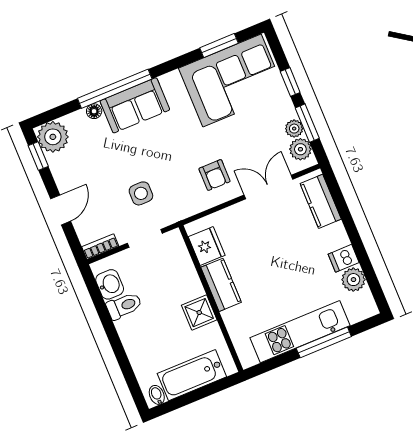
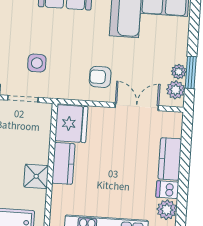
window: (290, 82) -> (193, 34), removed
armchair: (215, 175) -> (100, 77), turned 90
kitchen counter: (321, 201) -> (170, 159), moved
fridge: (207, 246) -> (71, 124), width x1.36, depth x1.34

